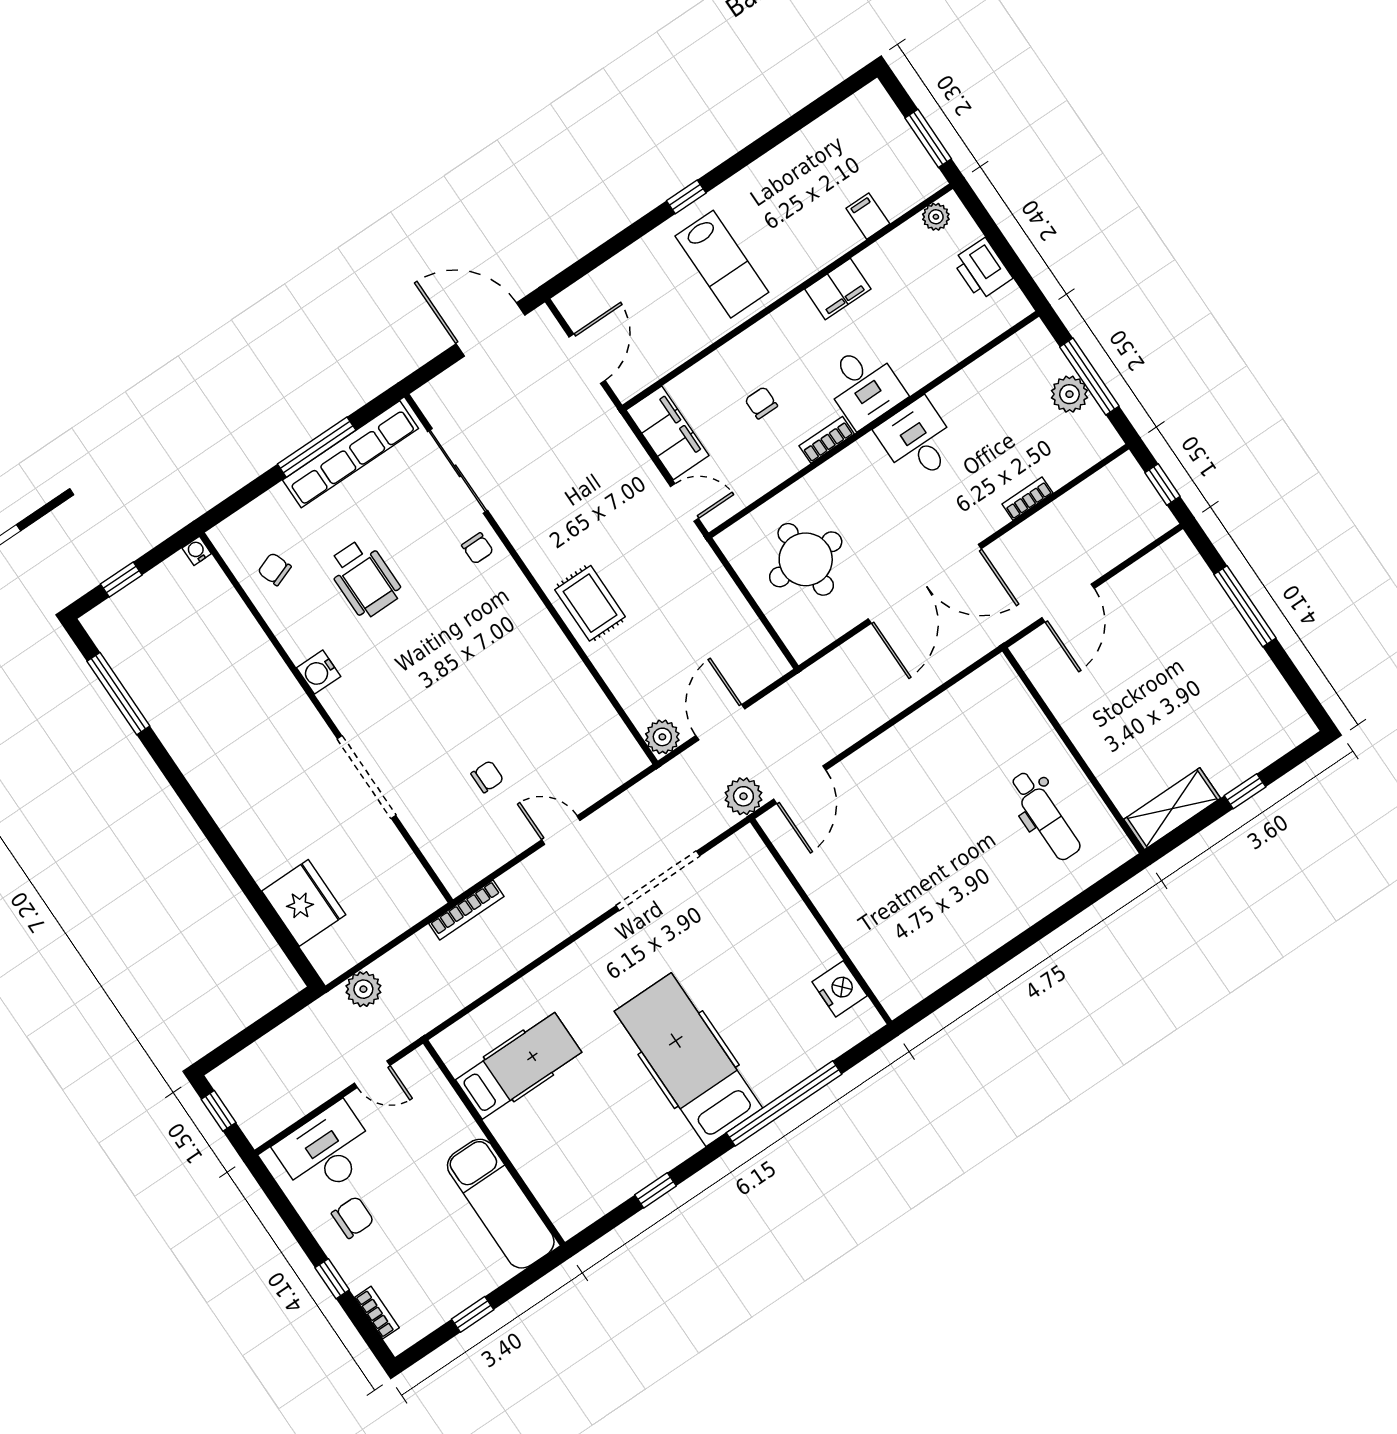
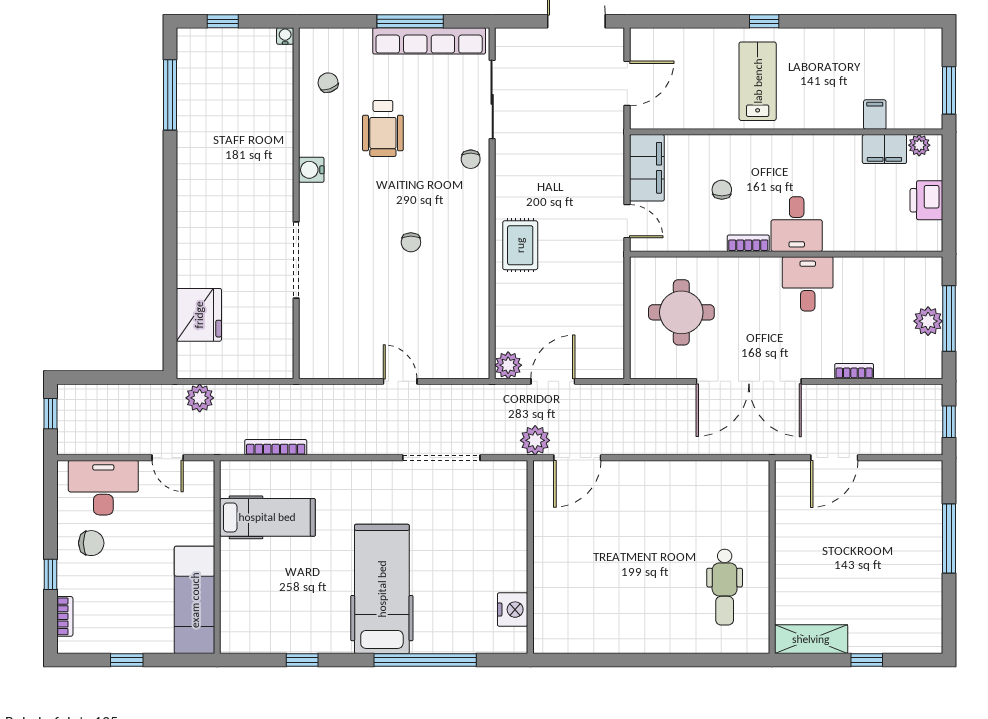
lab bench: (722, 264) -> (758, 81), turned 180
filing cabinet: (838, 289) -> (884, 149), moved
chair: (487, 777) -> (411, 242), moved, turned 90
bookcase: (466, 910) -> (276, 447), moved, turned 180

